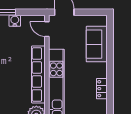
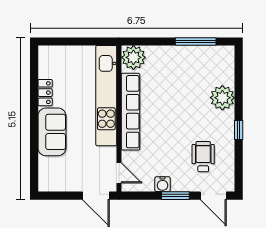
sofa: (97, 44) -> (52, 132), moved

